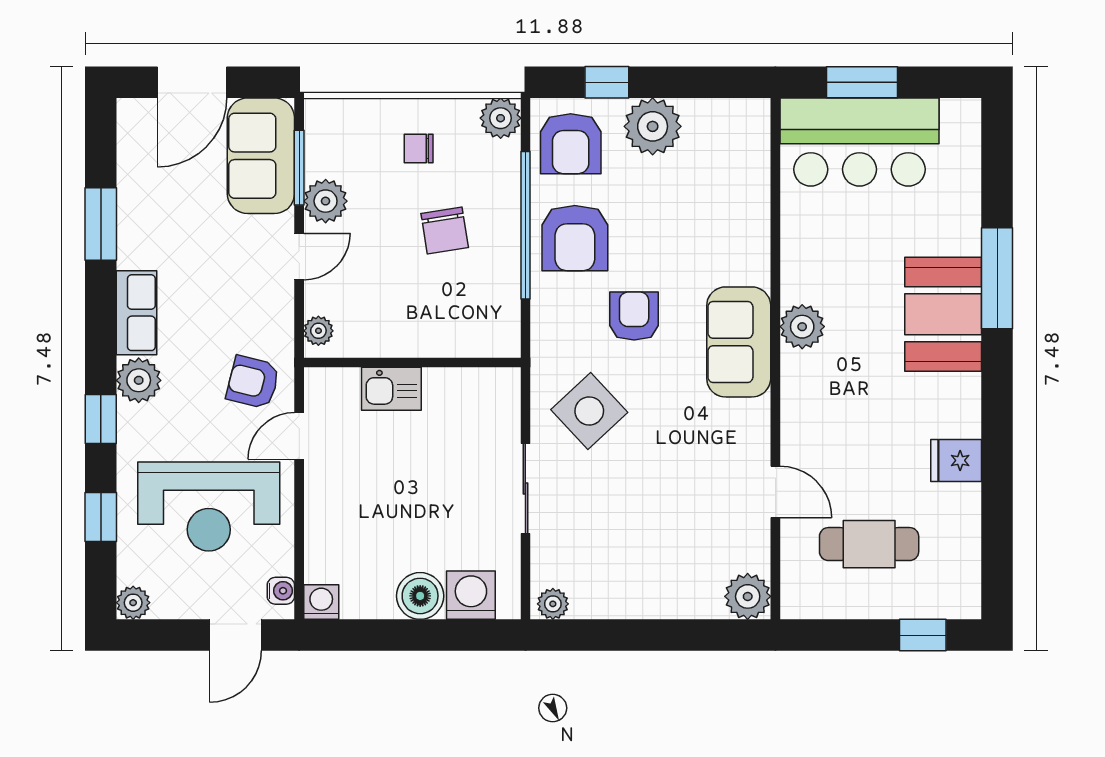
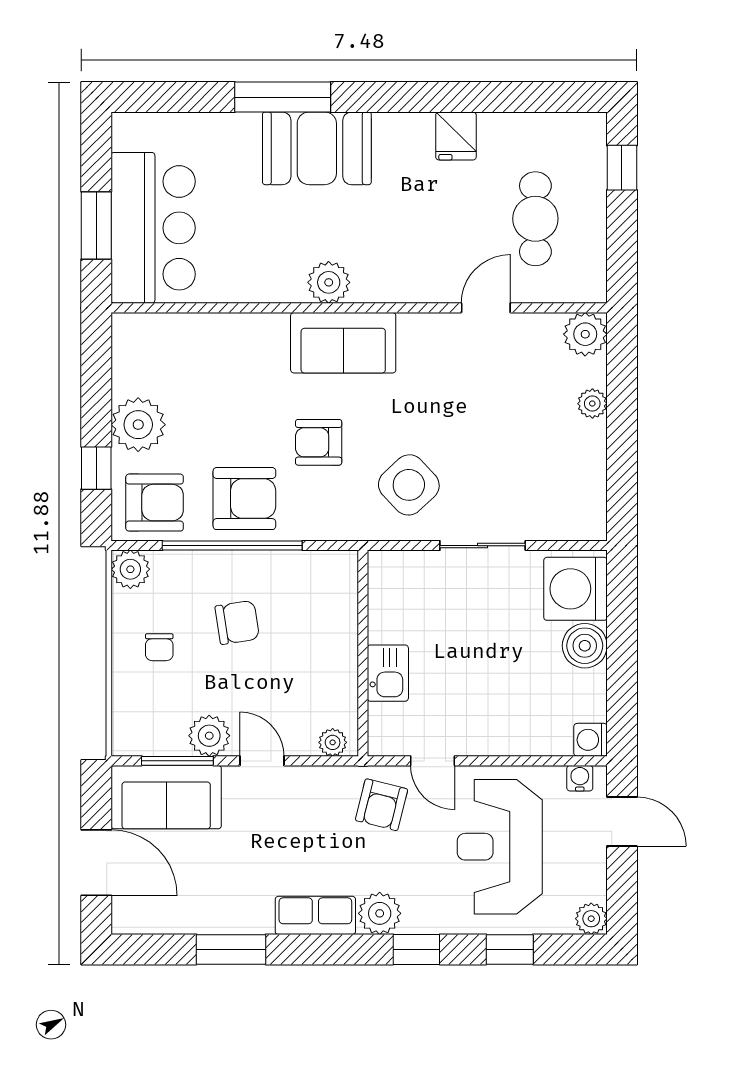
reception desk: (209, 506) -> (500, 847), turned 180
washing machine: (471, 595) -> (575, 589), width x1.37, depth x1.37
plant: (553, 604) -> (592, 404), moved

